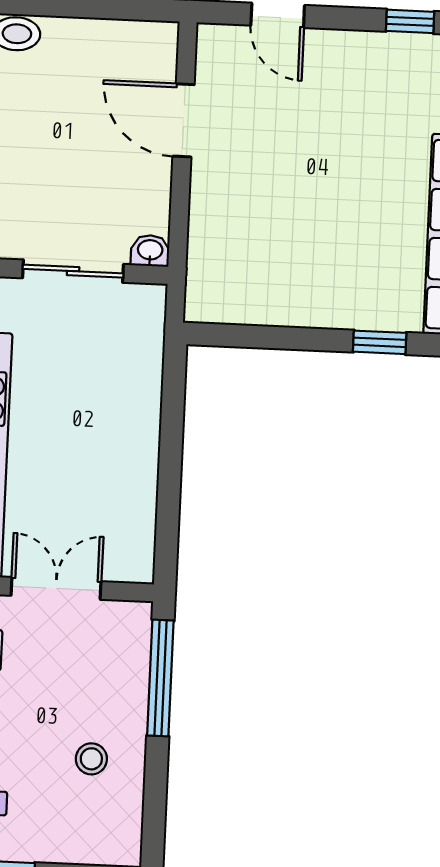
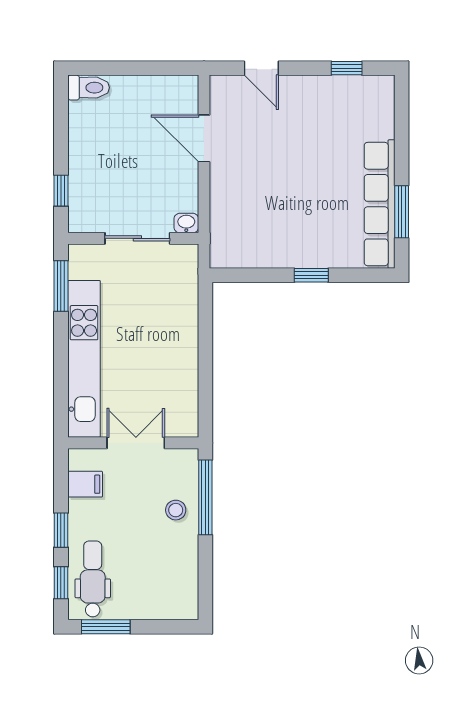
window: (380, 342) -> (311, 275), moved
stool: (91, 759) -> (176, 510), moved

